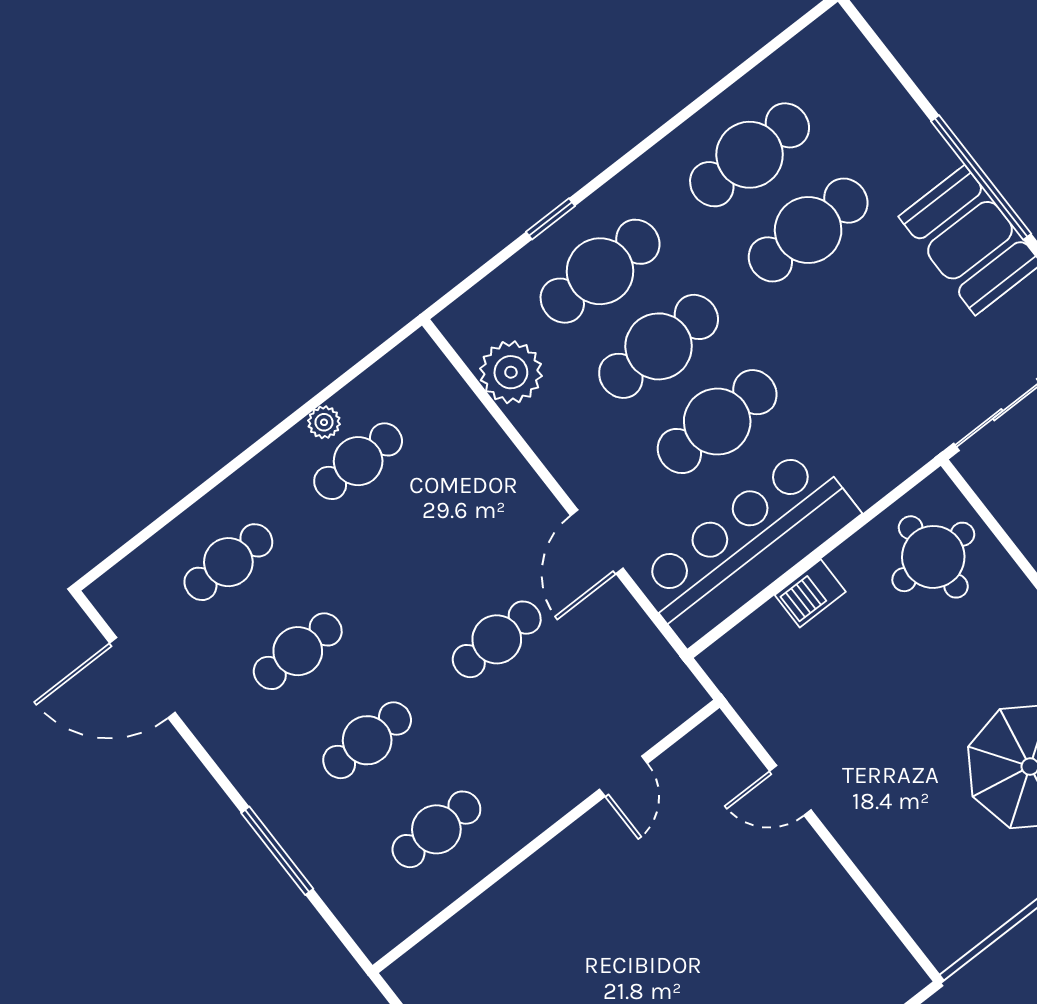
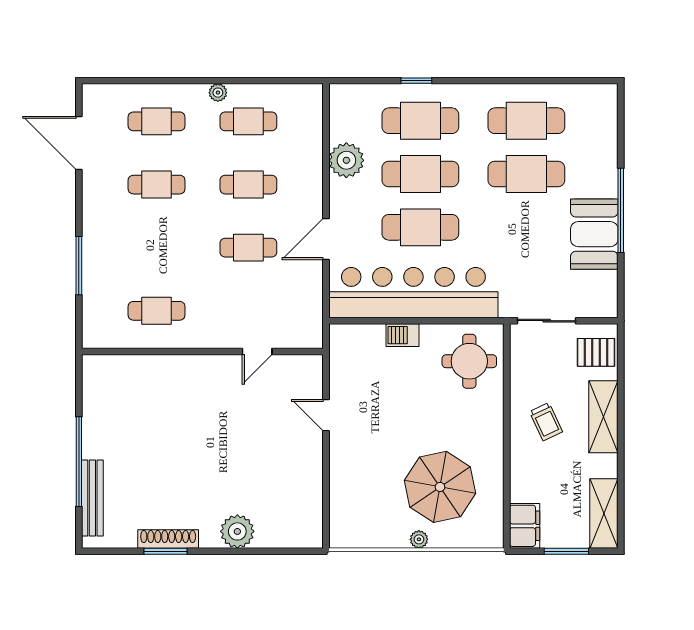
plant: (511, 372) -> (346, 160), moved
plant: (324, 422) -> (218, 93), moved
bar counter: (747, 546) -> (413, 293), width x1.36
cafe table: (367, 740) -> (248, 185), moved

